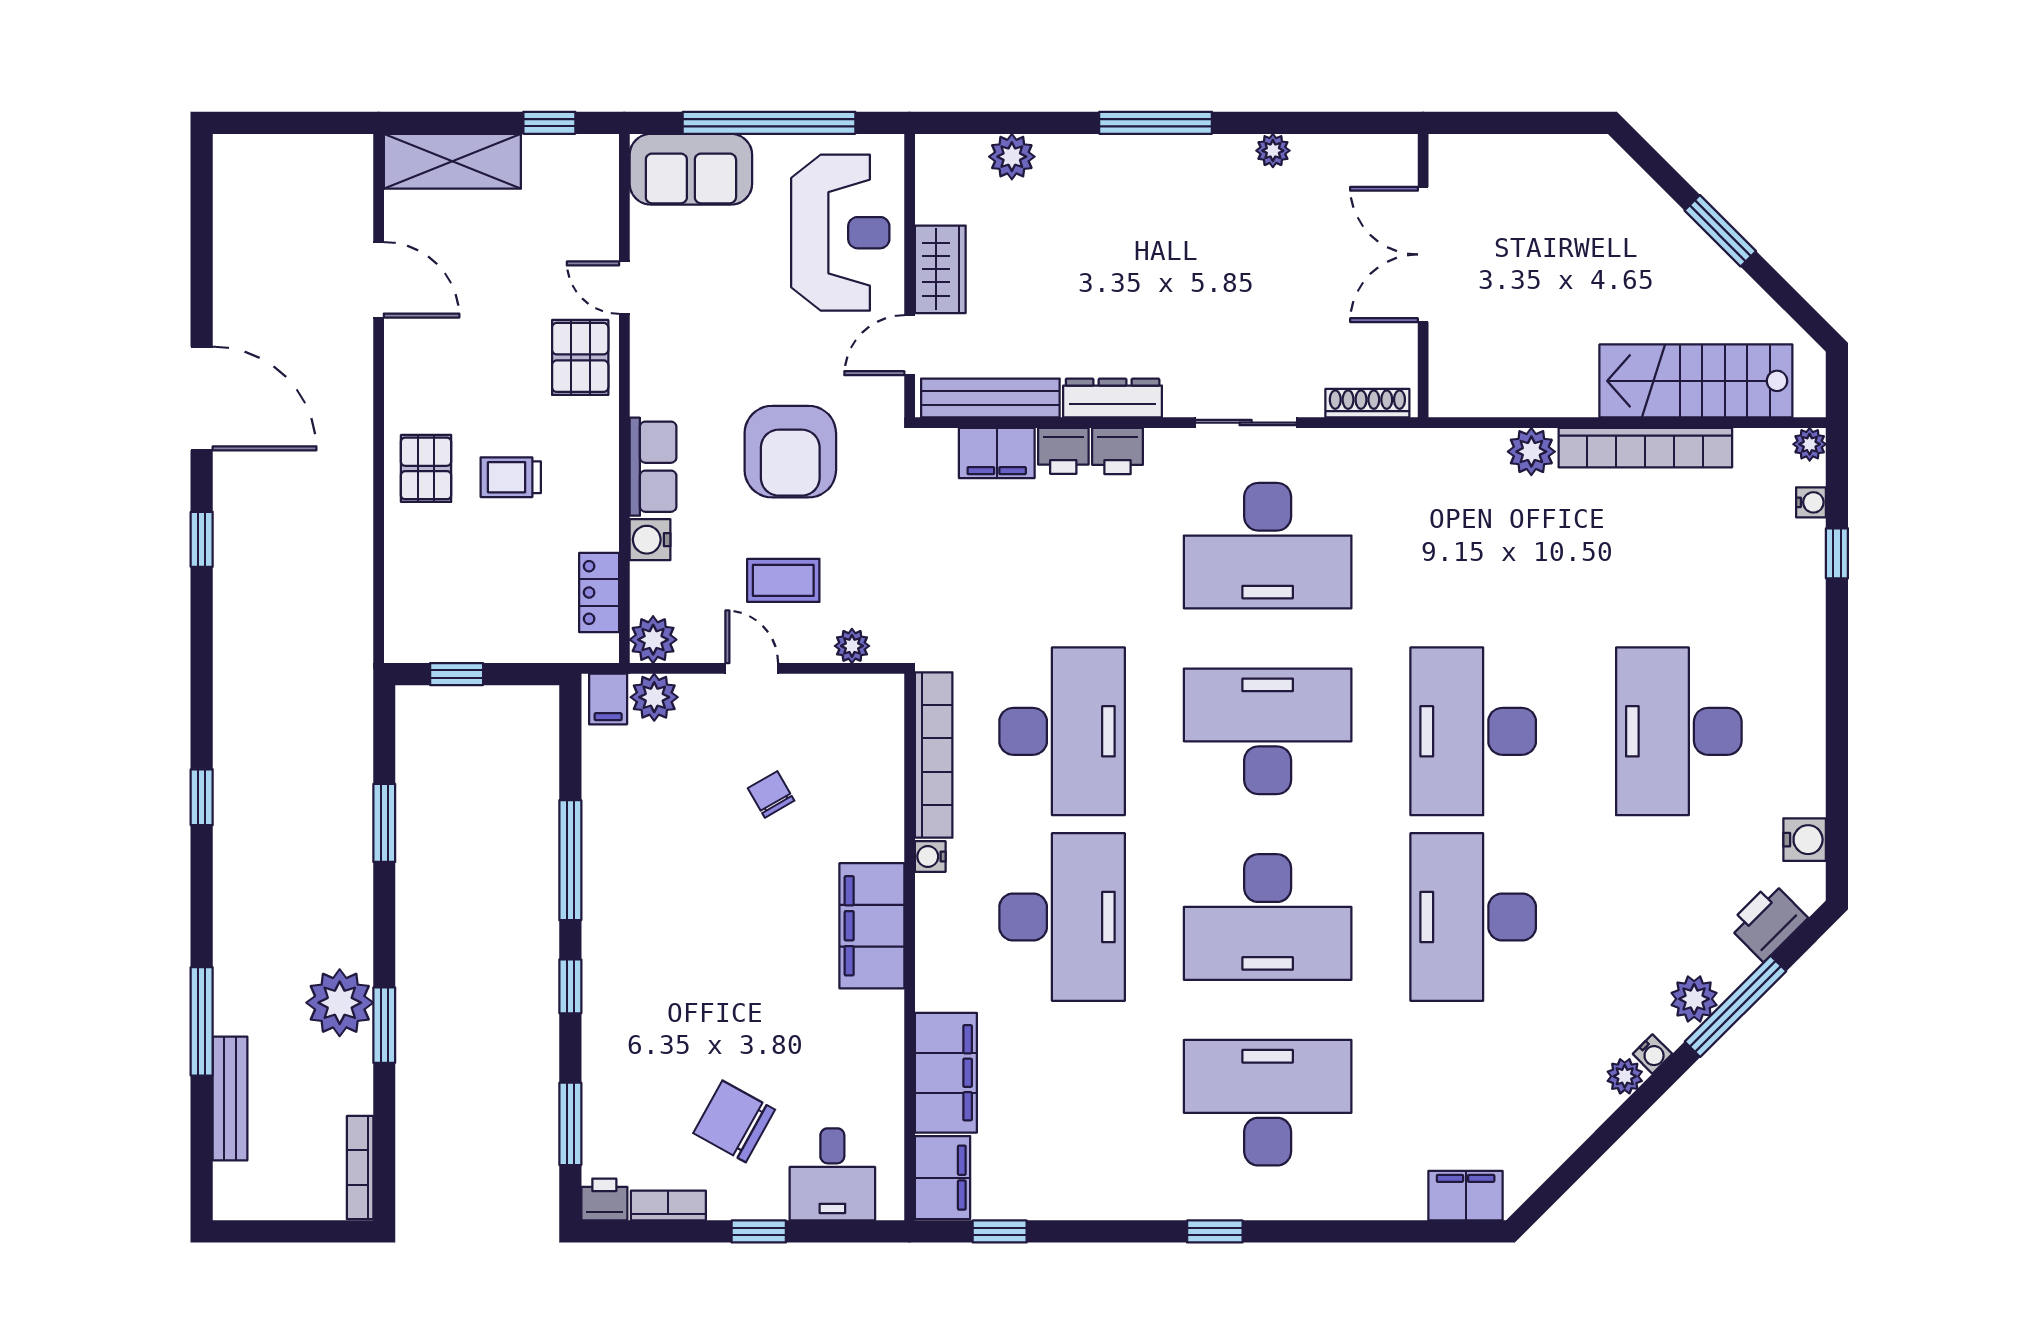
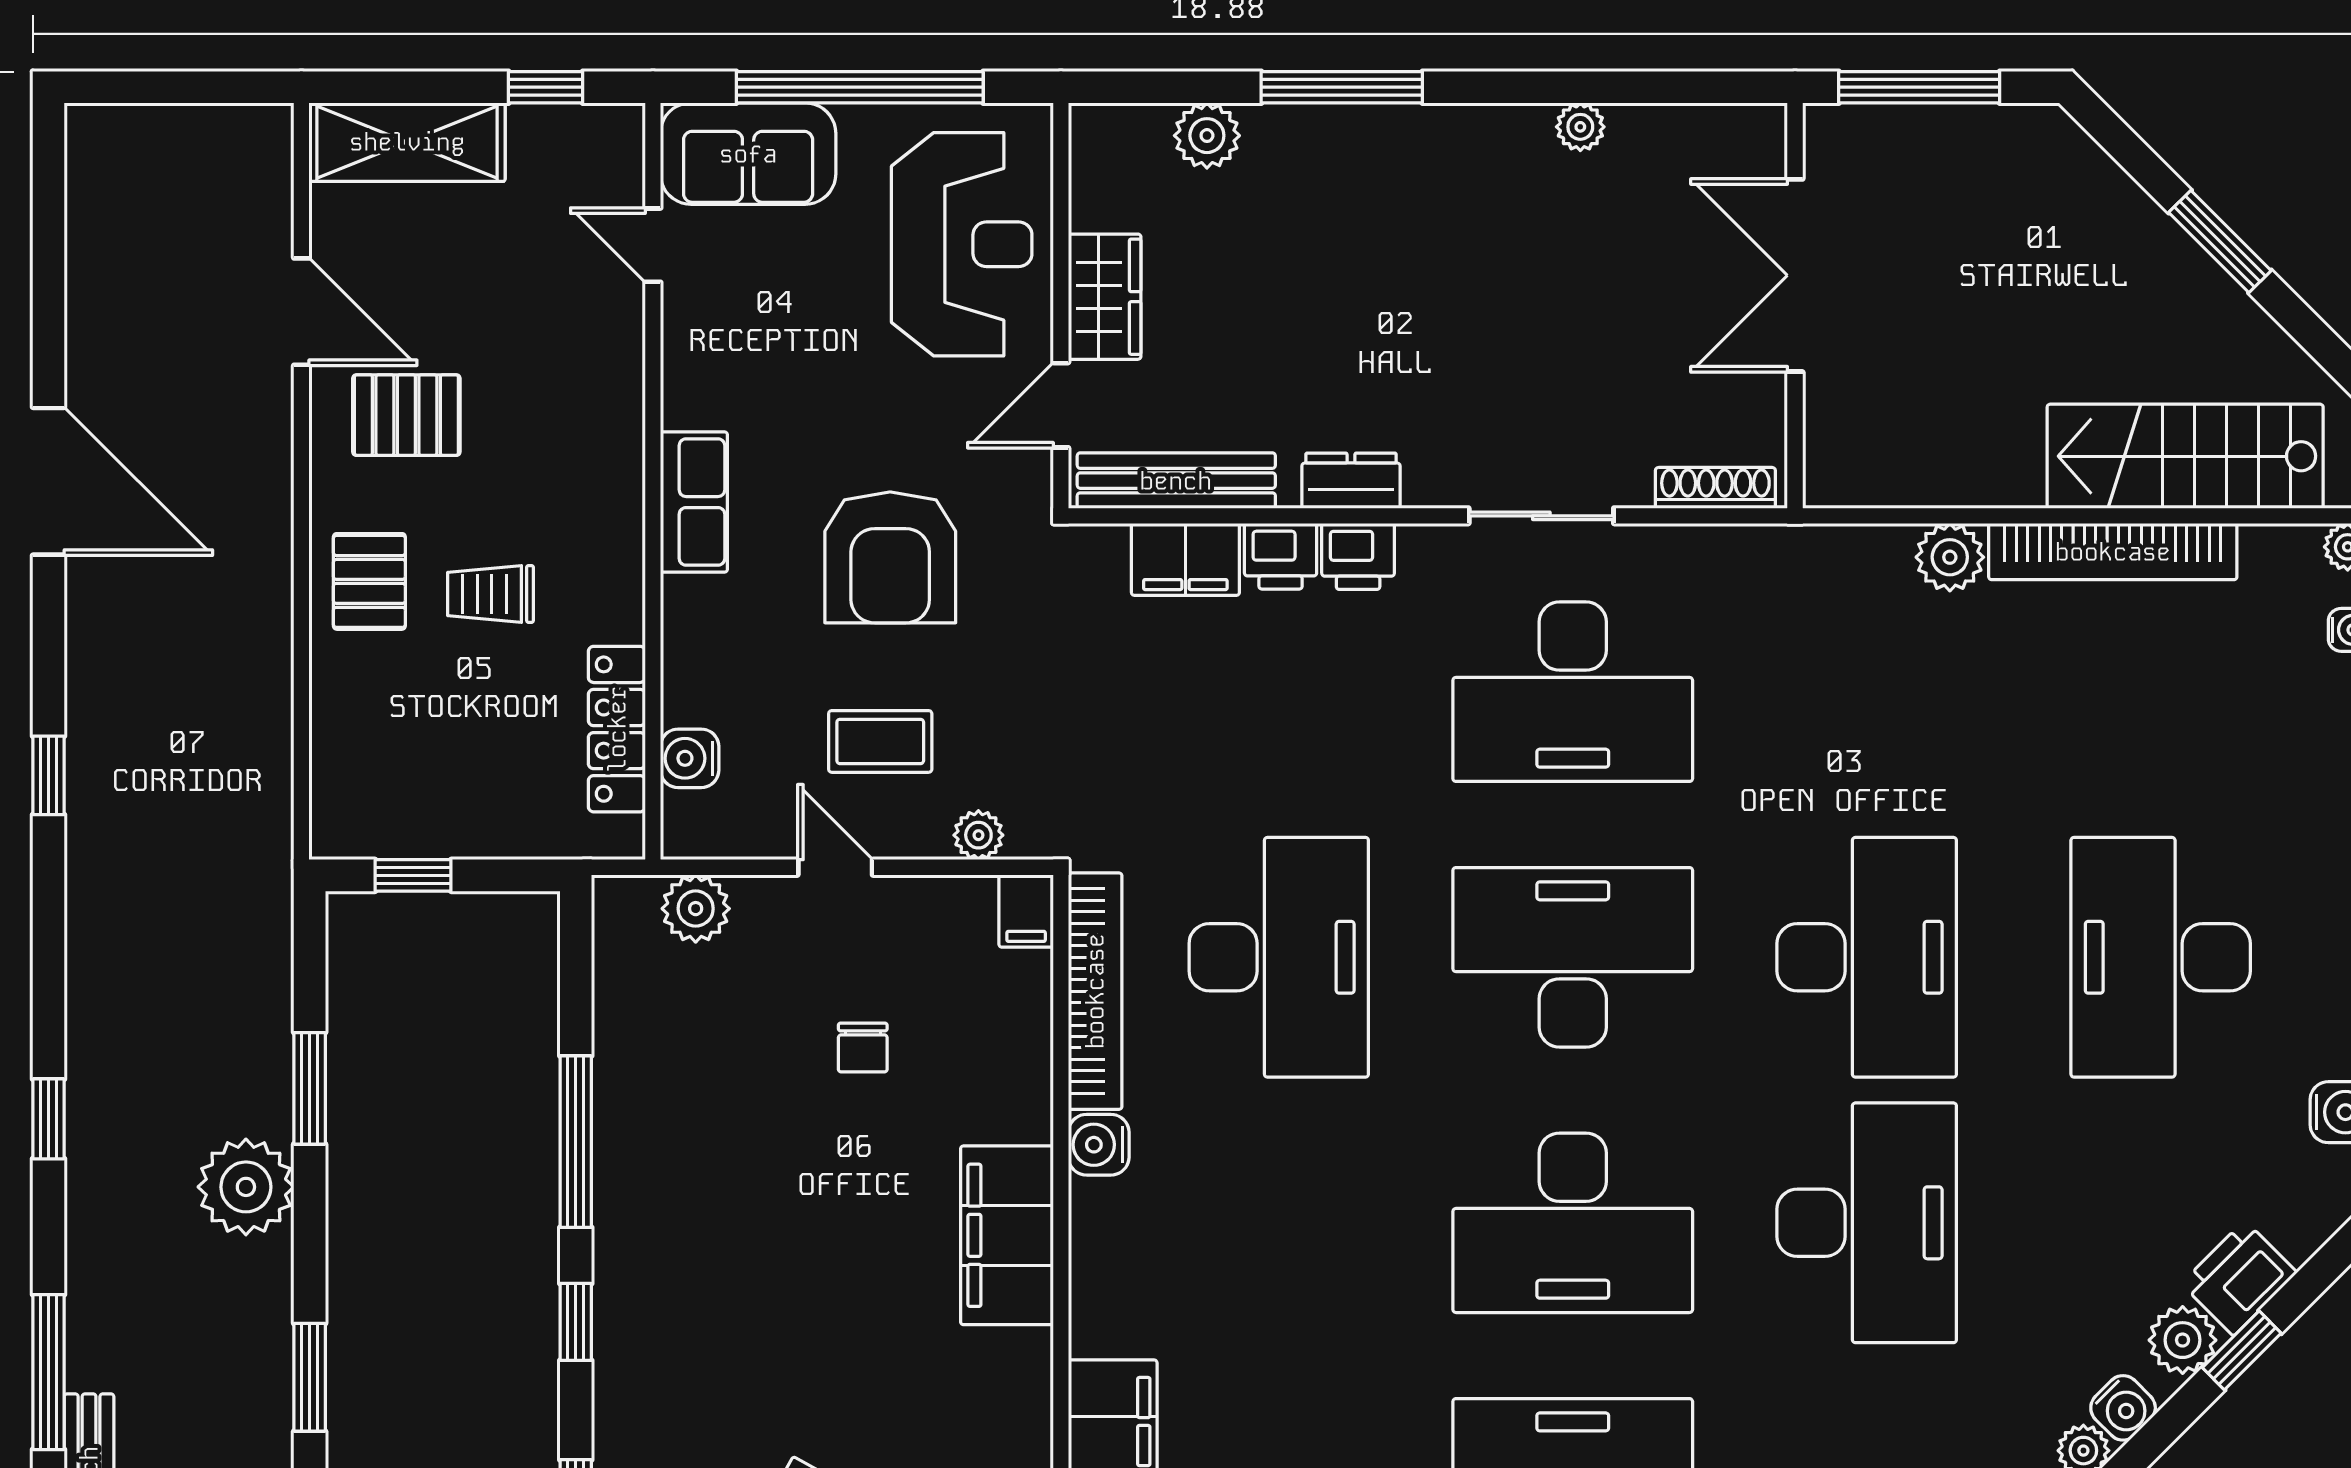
window: (1156, 123) -> (1342, 87), moved
window: (1510, 123) -> (1919, 87), added
door: (624, 288) -> (653, 245), moved
pallet: (580, 357) -> (406, 415), moved, turned 90
dresser: (1113, 398) -> (1351, 481), width x0.70
row of seats: (653, 467) -> (694, 502), moved
window: (202, 539) -> (49, 775), moved
water cooler: (650, 540) -> (690, 758), moved
locker: (599, 593) -> (617, 729), width x1.53
plant: (653, 640) -> (694, 826), removed
filing cabinet: (608, 699) -> (1026, 911), moved
desk: (1473, 731) -> (1867, 957), turned 180
chair: (771, 794) -> (863, 1048), turned -150
window: (202, 797) -> (49, 1119), moved
water cooler: (930, 857) -> (1099, 1145), width x1.38, depth x1.38
desk: (1062, 917) -> (1279, 1223), removed
desk: (1473, 917) -> (1867, 1223), turned 180
printer: (1768, 922) -> (2239, 1278), moved
plant: (340, 1003) -> (246, 1187), moved
window: (1735, 1006) -> (2242, 1350), width x0.46
water cooler: (1652, 1054) -> (2123, 1408), width x1.38, depth x1.38

